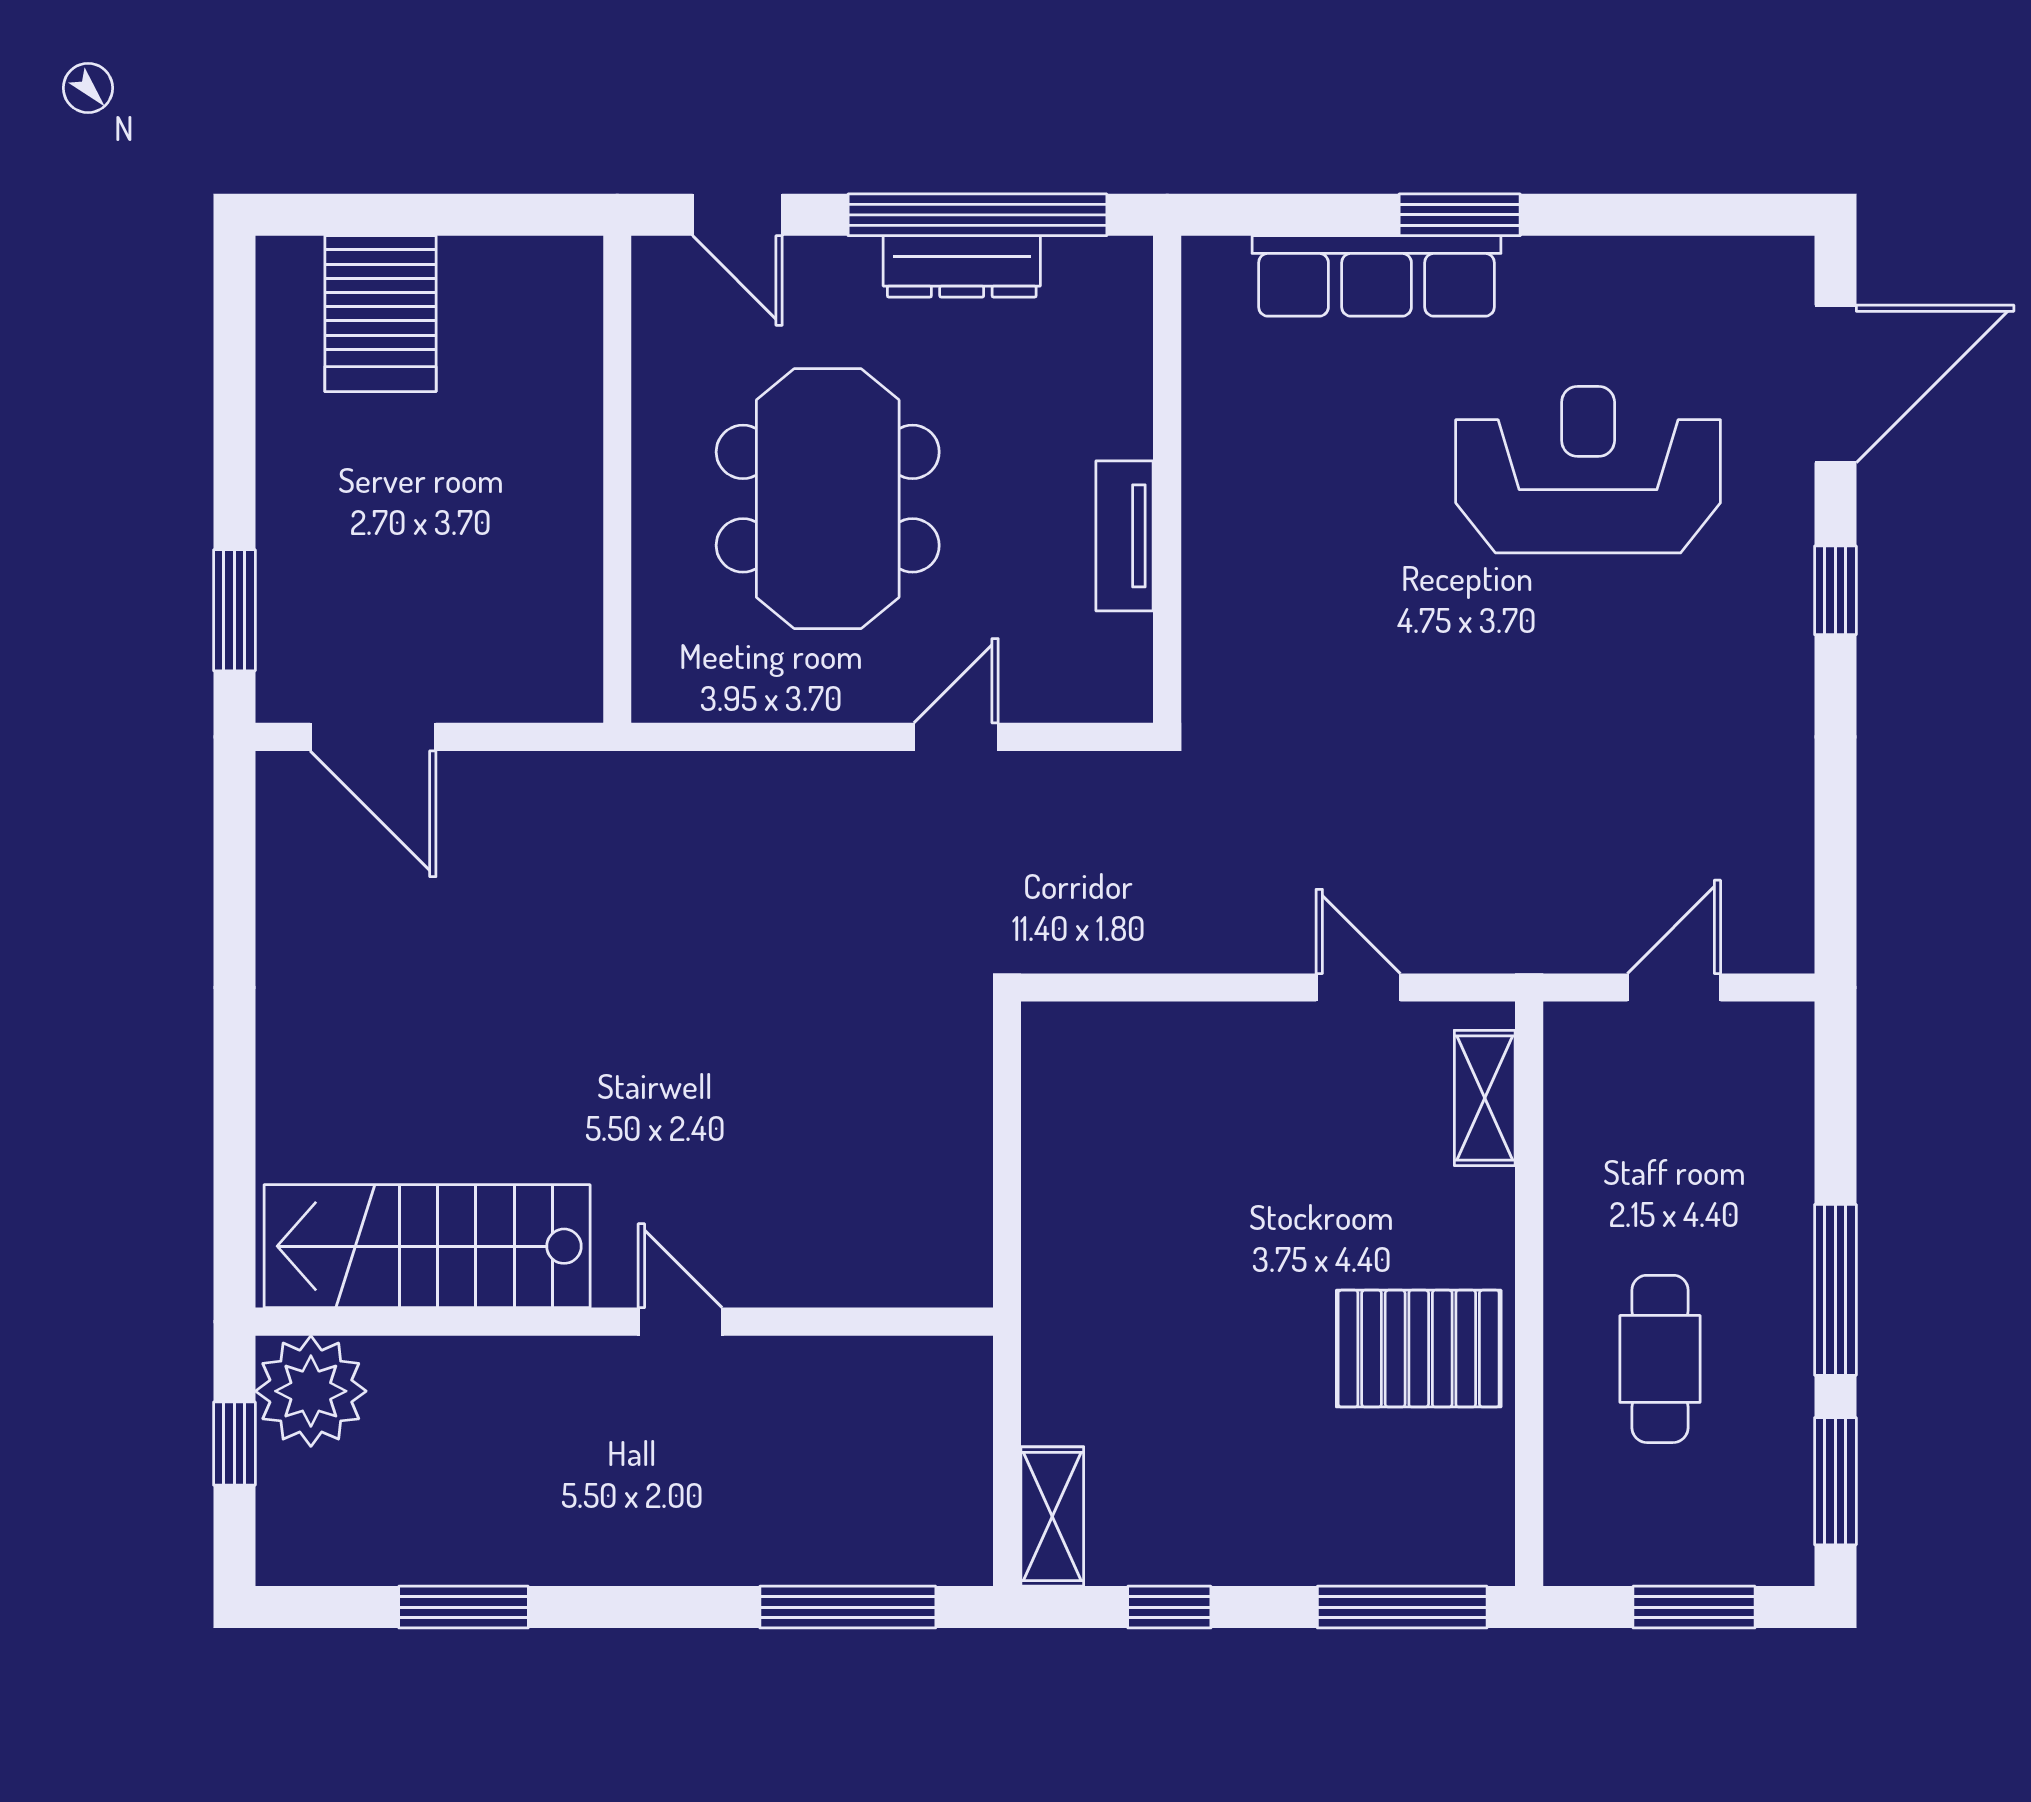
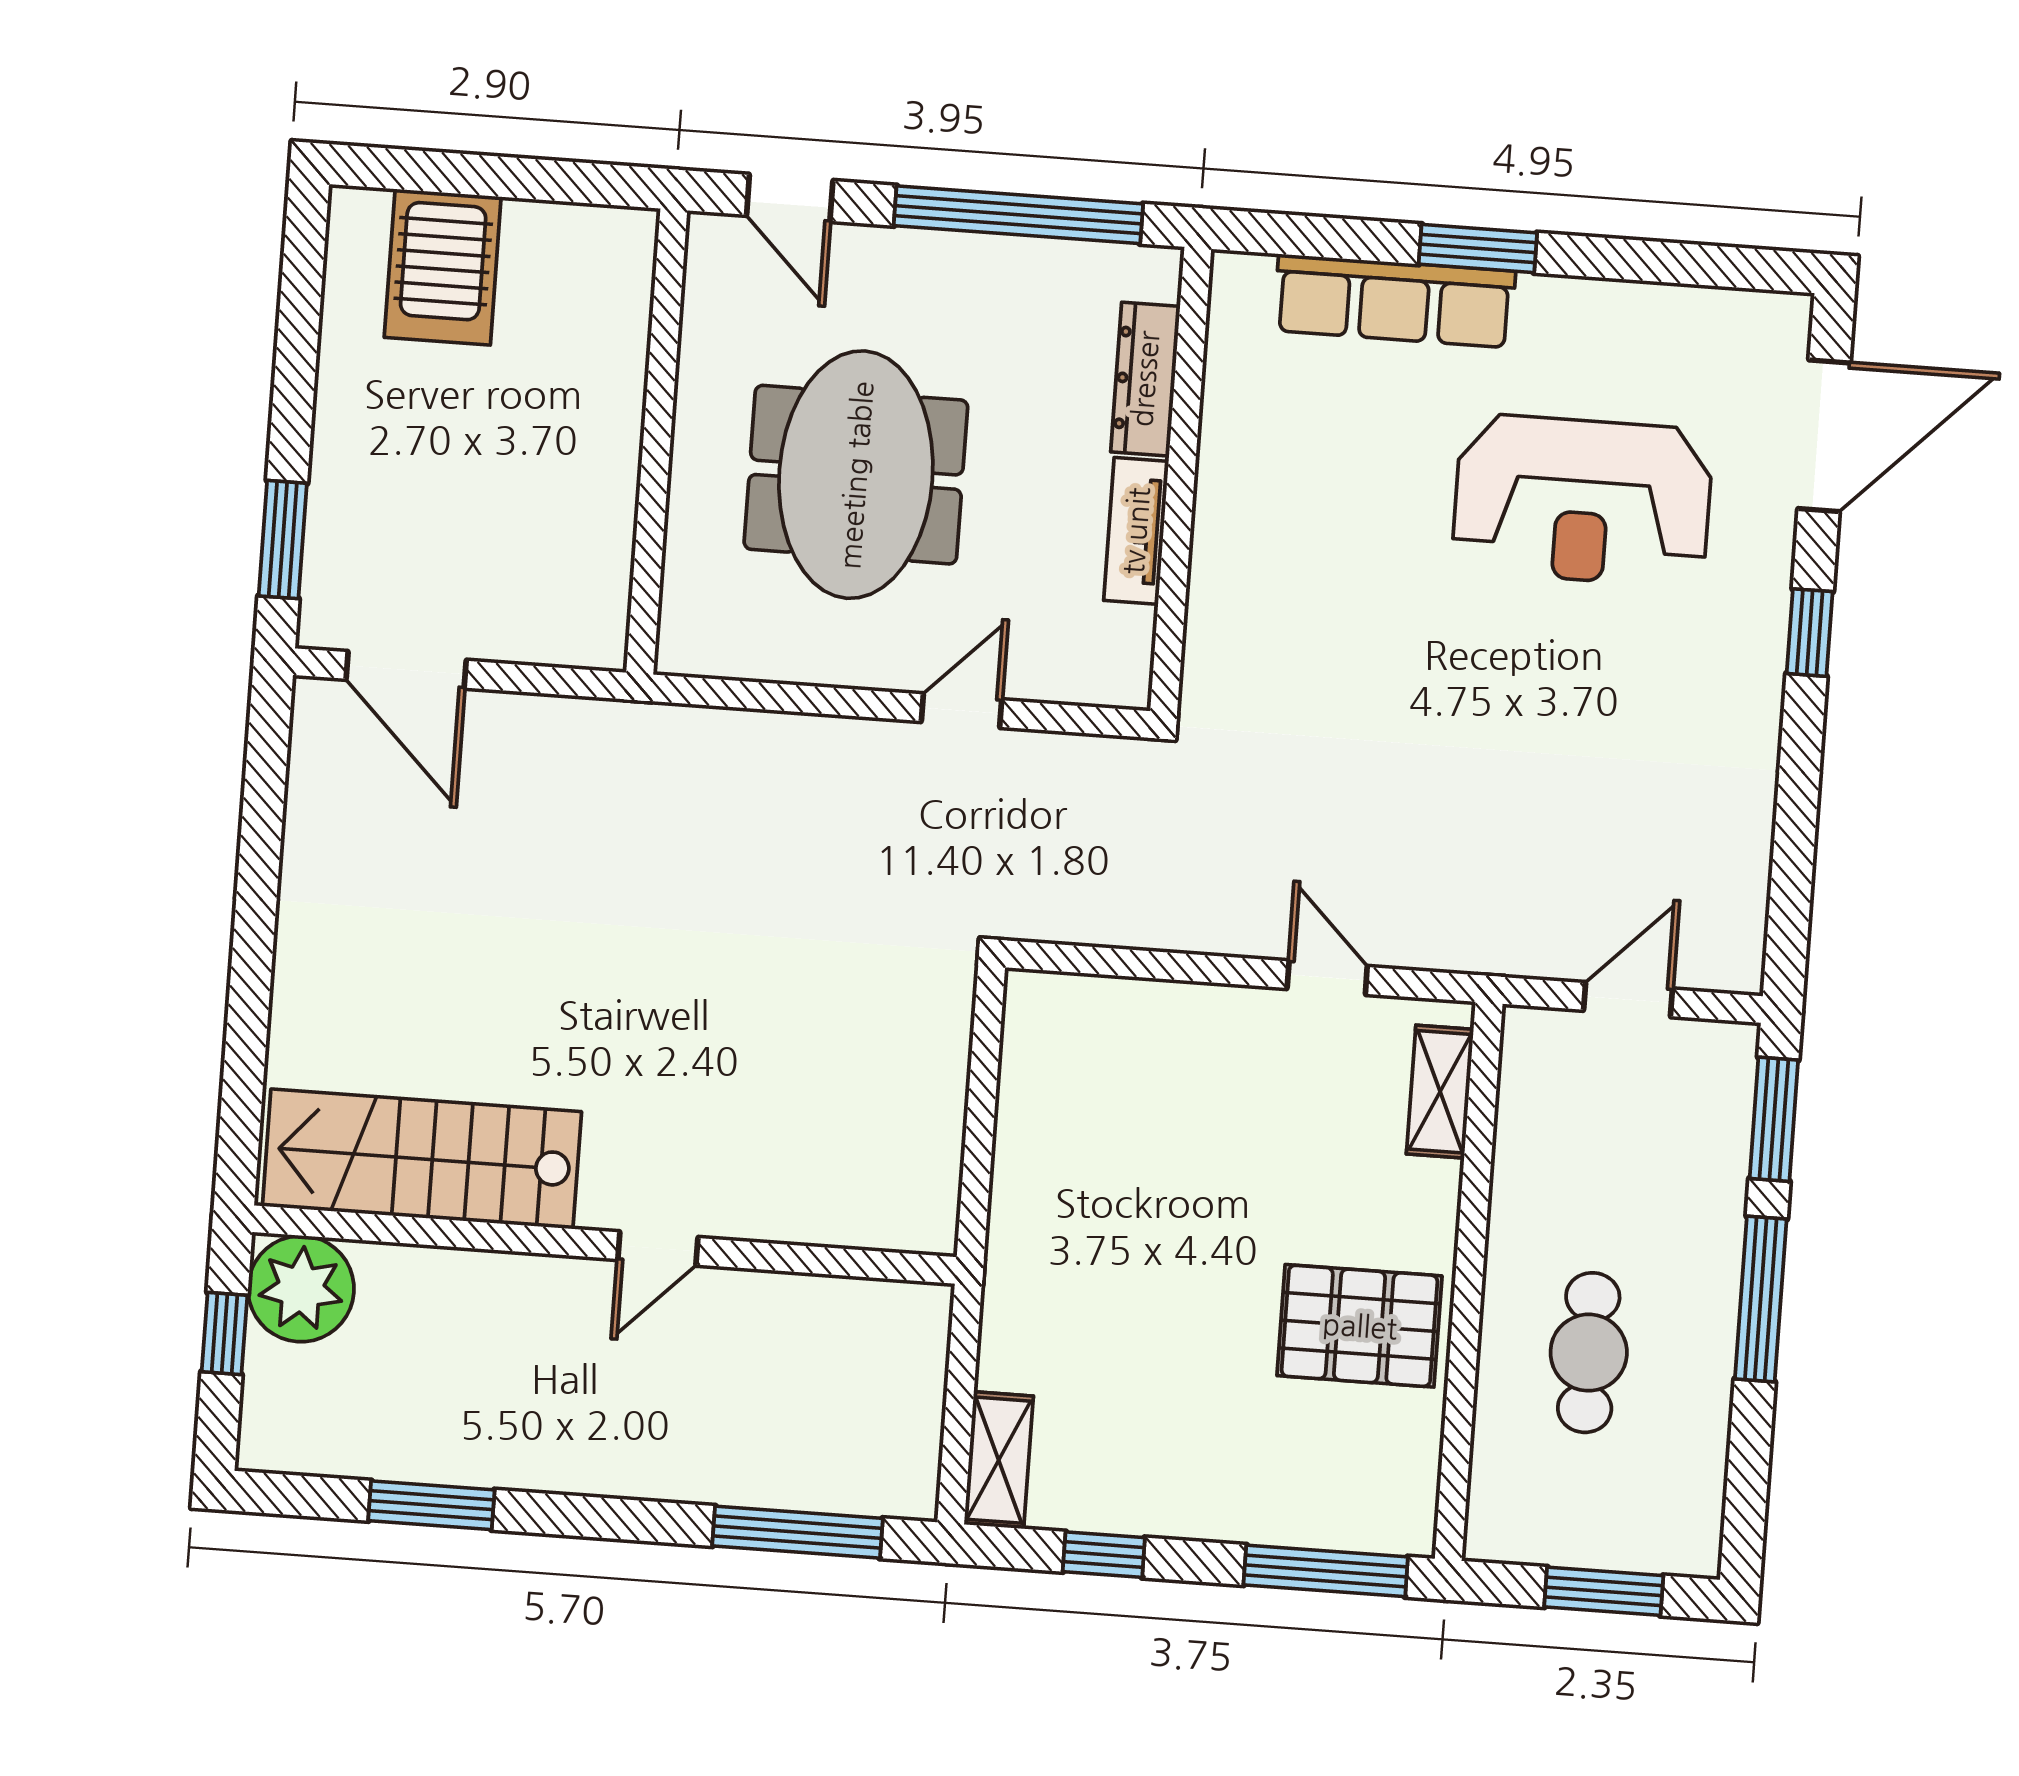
dresser: (962, 266) -> (1145, 379), moved, turned 90
reception desk: (1588, 470) -> (1582, 500), turned 180
door: (680, 1322) -> (658, 1248), swing flipped
window: (1835, 1481) -> (1774, 1119), moved

